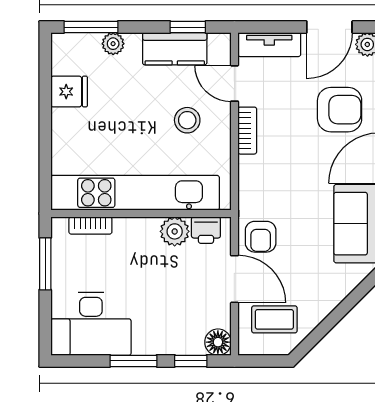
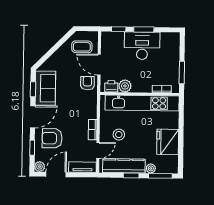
window: (188, 27) -> (131, 175), moved
kitchen counter: (175, 49) -> (124, 166), width x1.50
door: (234, 83) -> (98, 150), hinge flipped
fridge: (69, 92) -> (168, 142), width x1.88, depth x1.34
desk: (91, 324) -> (142, 46), moved
floor lamp: (218, 342) -> (107, 37), removed

